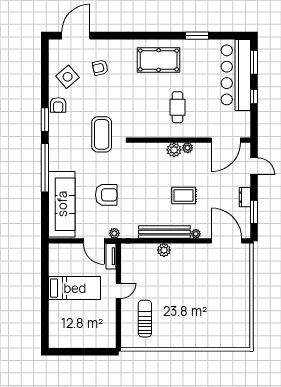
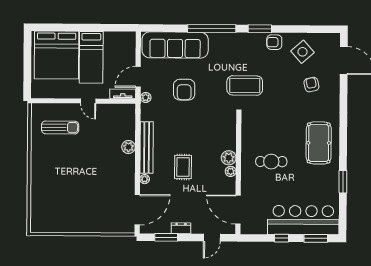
bed: (73, 323) -> (56, 55), added

